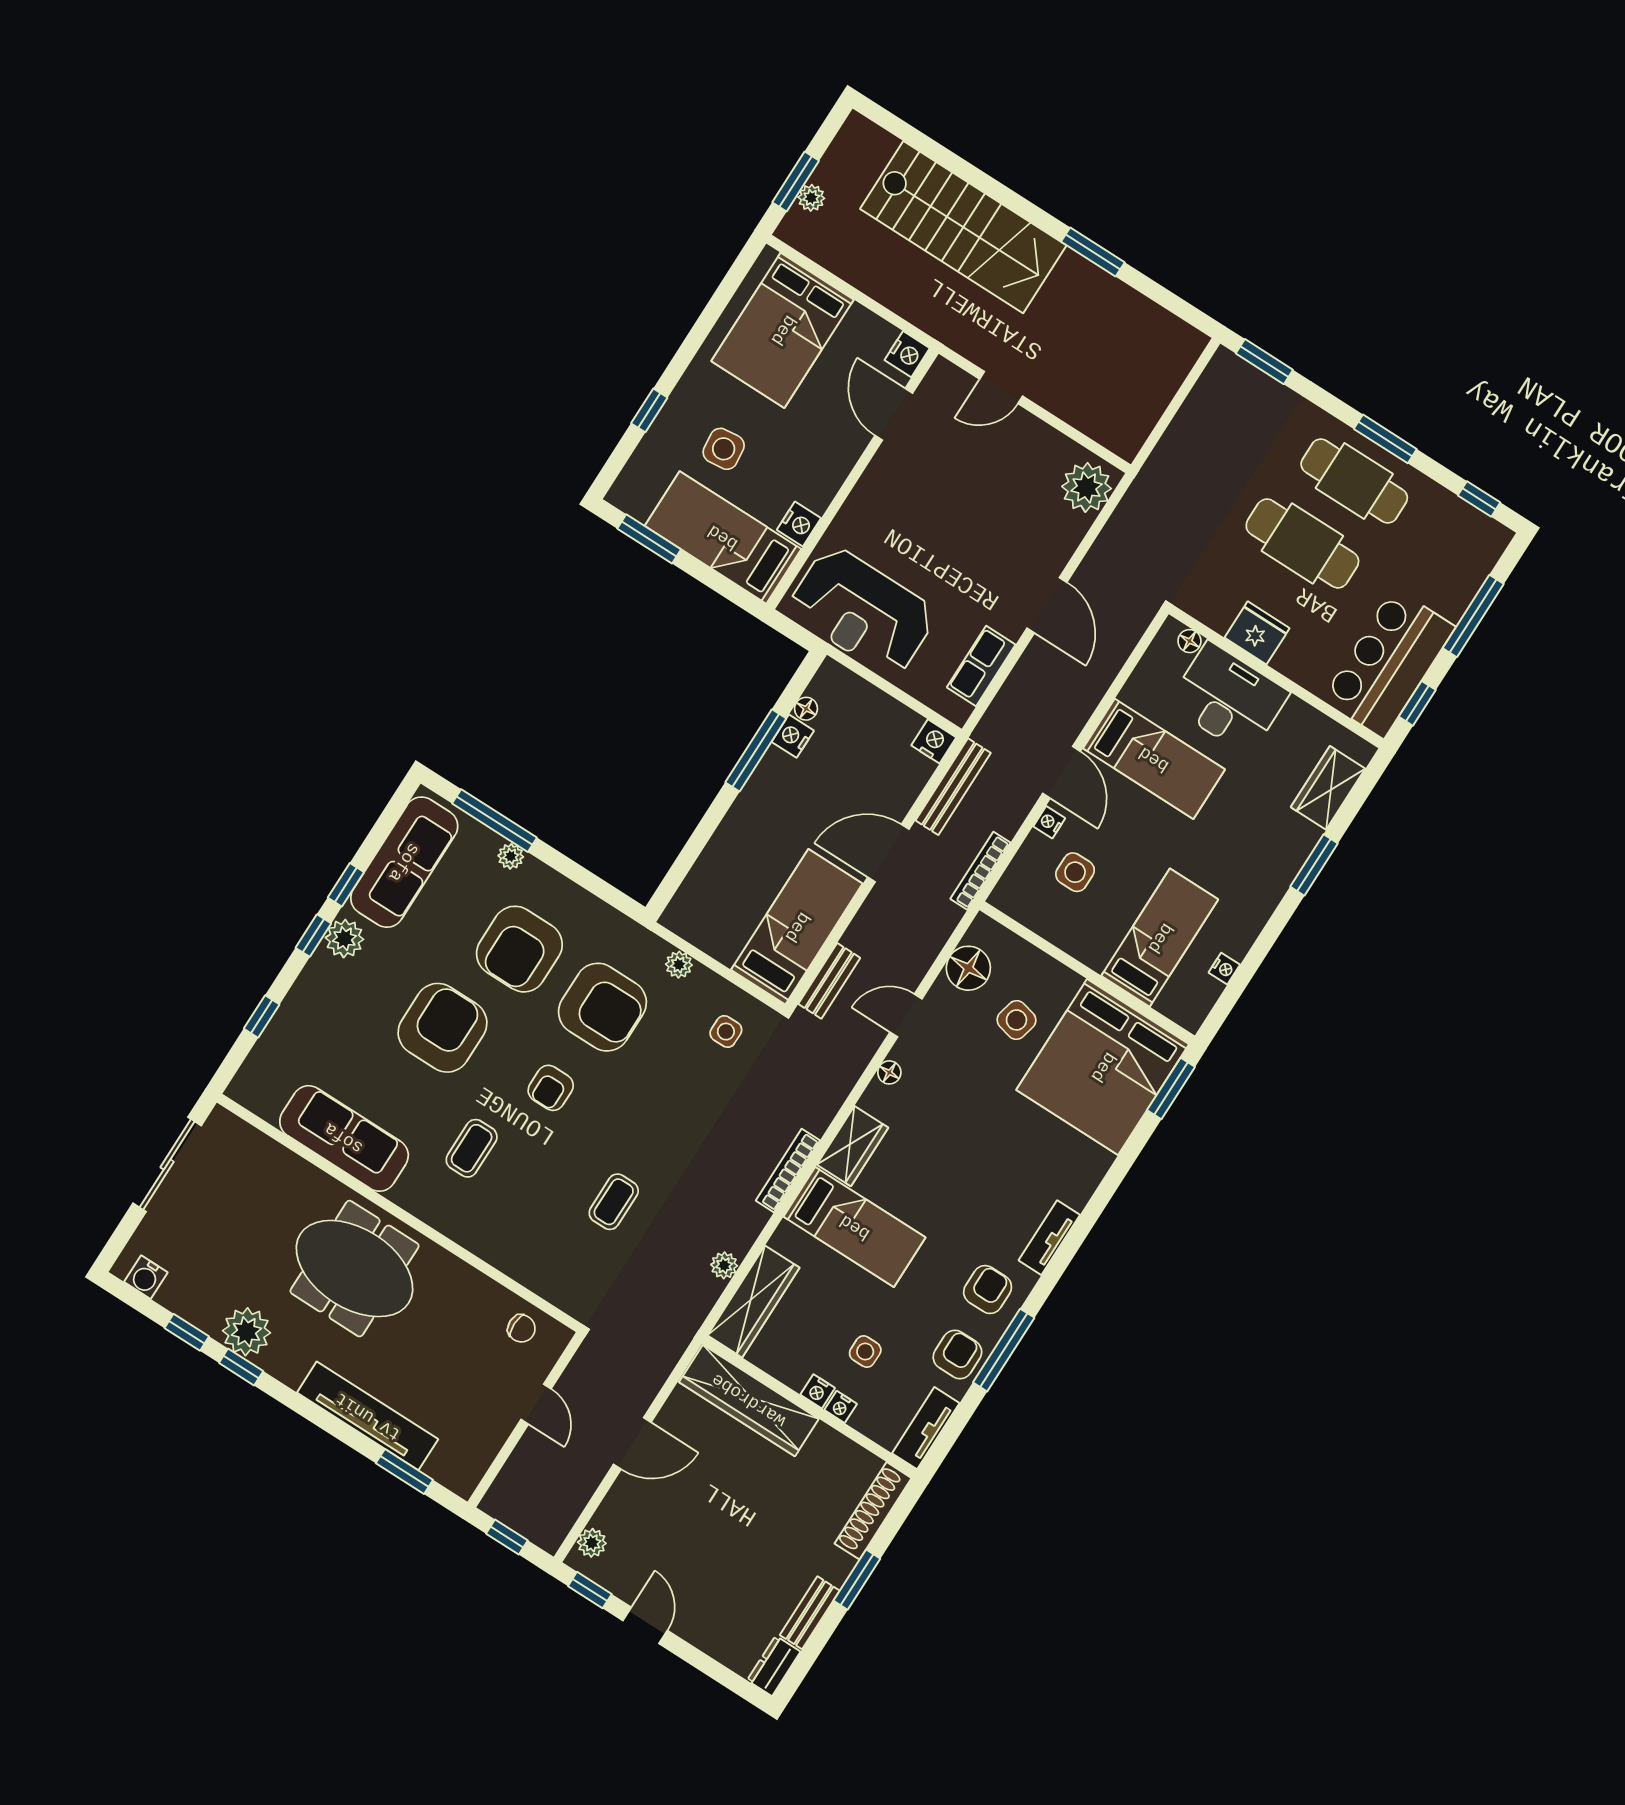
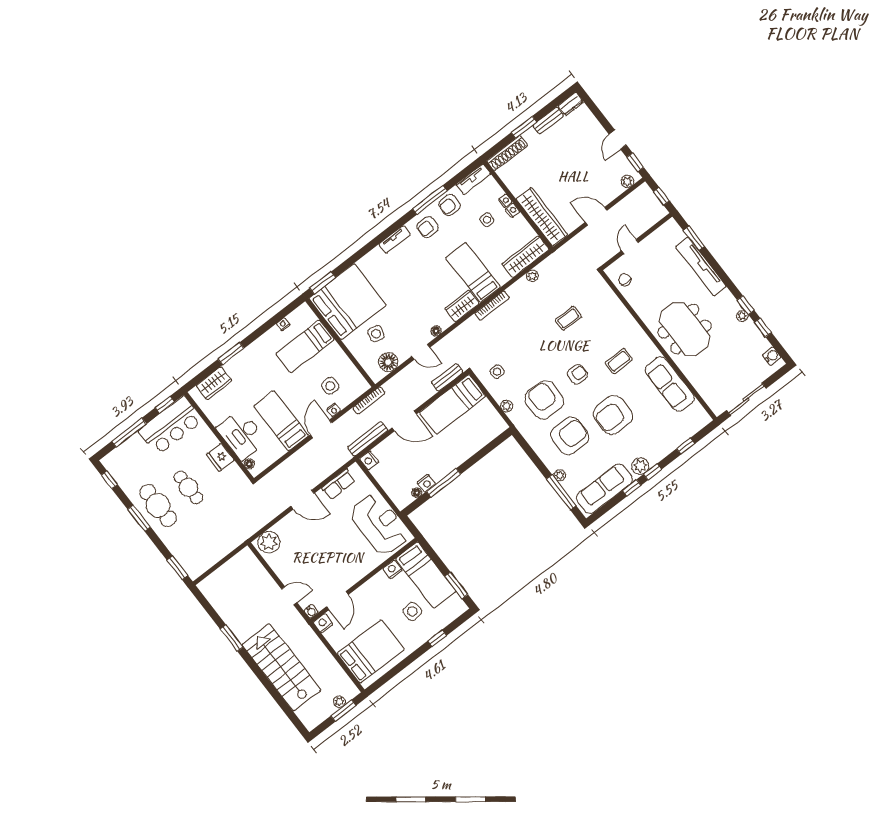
water cooler: (942, 371) -> (311, 611), added
cafe table: (1302, 543) -> (188, 487), width x0.73, depth x0.74
door: (1047, 605) -> (303, 500), swing flipped
plant: (246, 1332) -> (742, 316), width x0.53, depth x0.53

